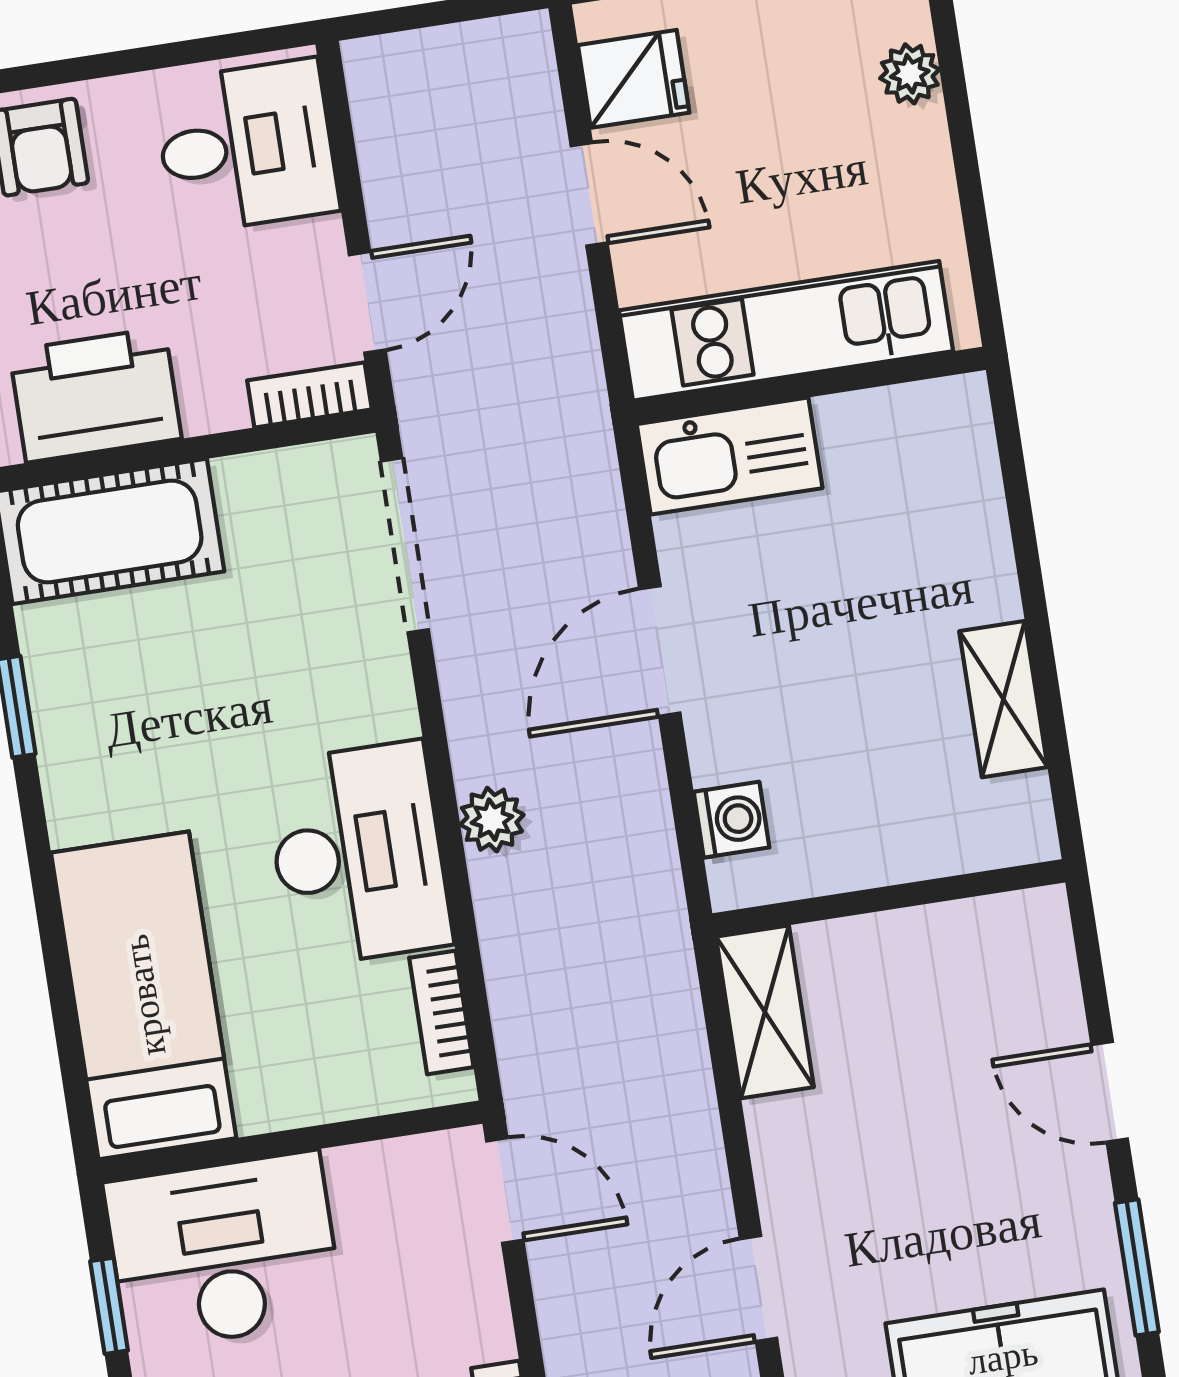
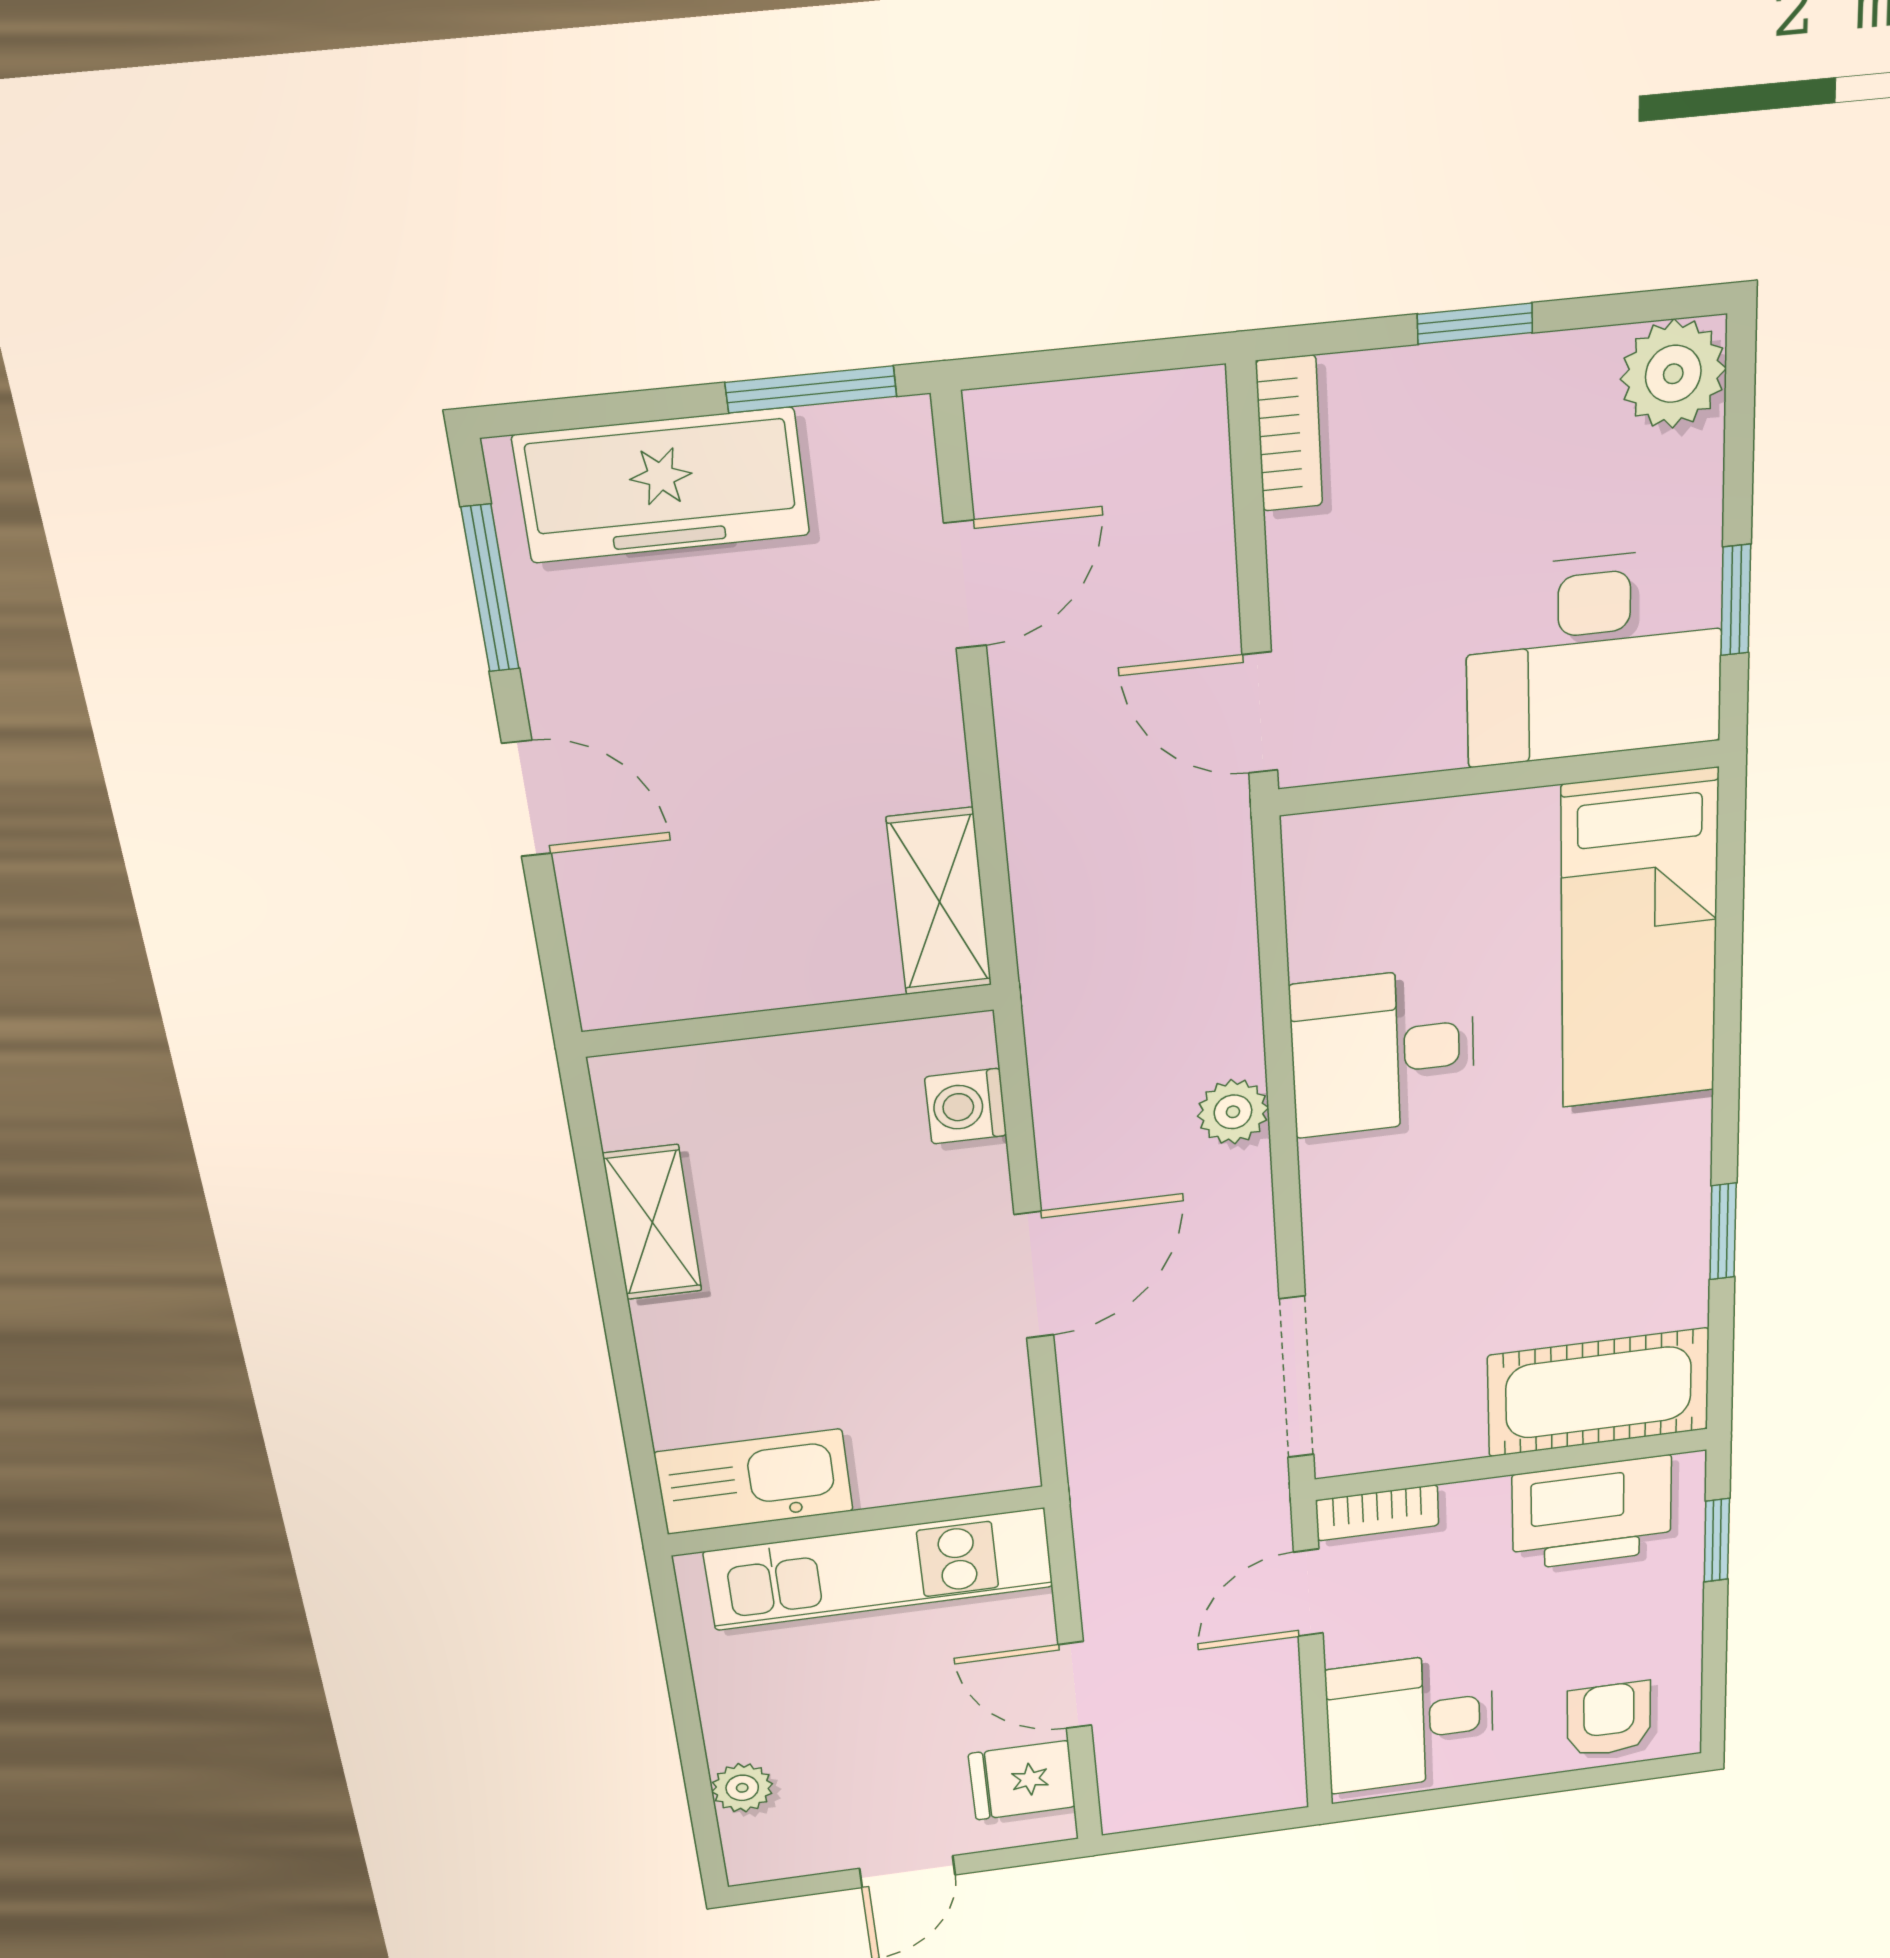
kitchen sink: (730, 456) -> (754, 1482), moved
desk: (358, 854) -> (1383, 1052), width x0.73
bookcase: (441, 1012) -> (1311, 913), removed

